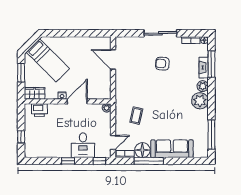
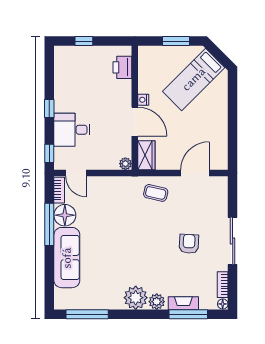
wardrobe: (35, 93) -> (146, 155), moved
coffee table: (136, 116) -> (156, 193), moved

